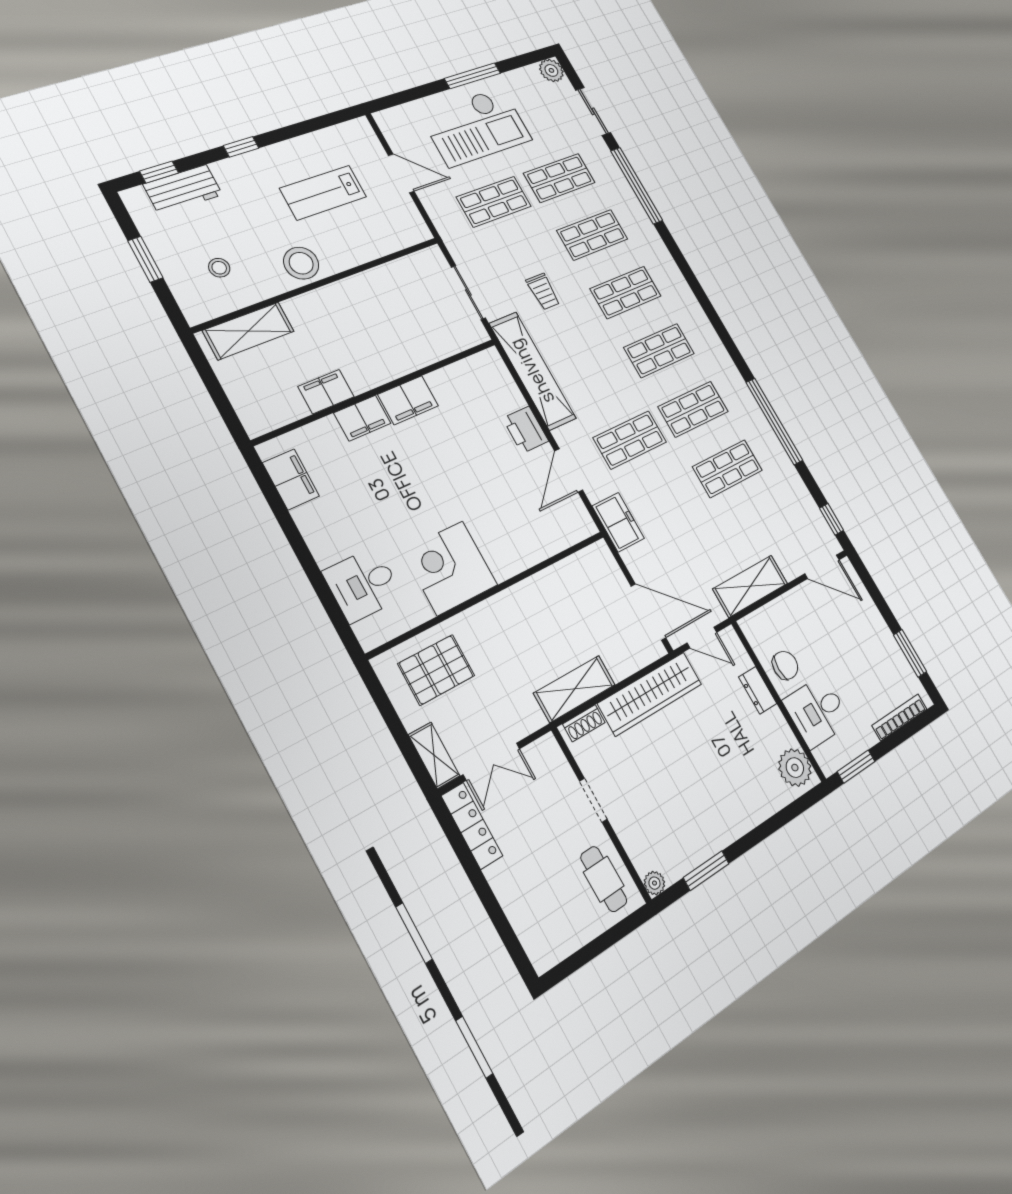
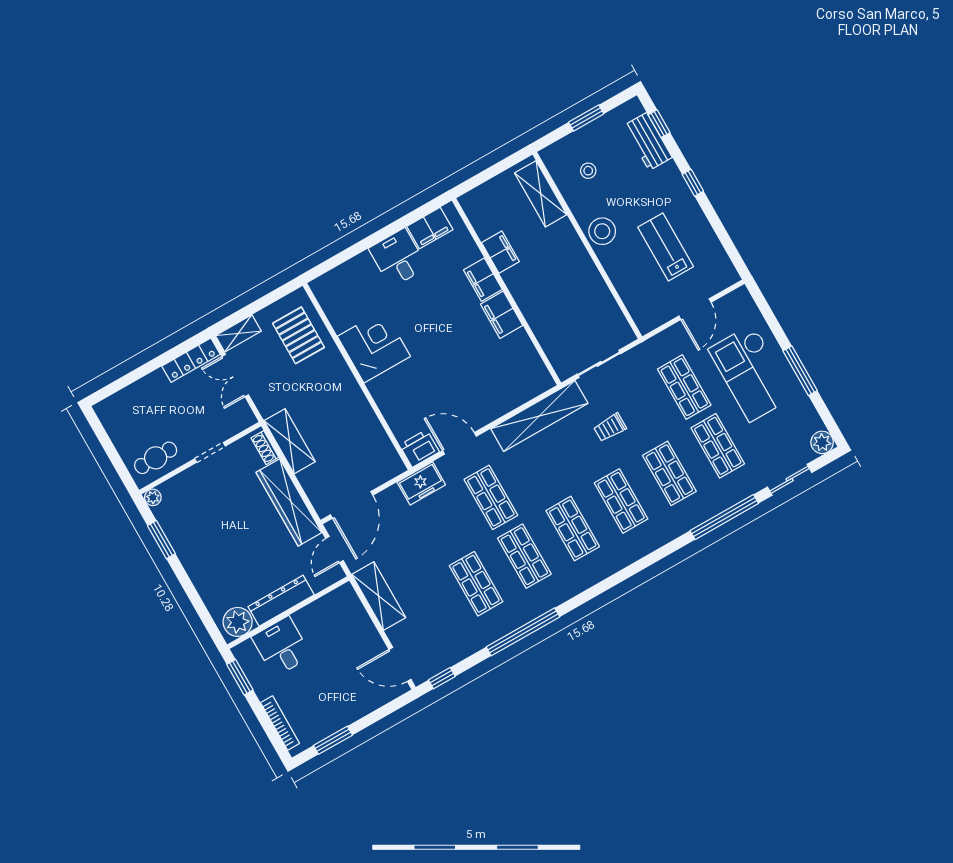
printer: (526, 430) -> (419, 448), moved
door: (822, 567) -> (400, 664), hinge flipped
desk: (363, 584) -> (398, 258), moved
chair: (785, 665) -> (317, 621), removed
dresser: (758, 690) -> (281, 601), width x1.96, depth x1.24

